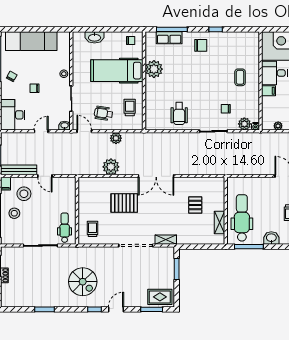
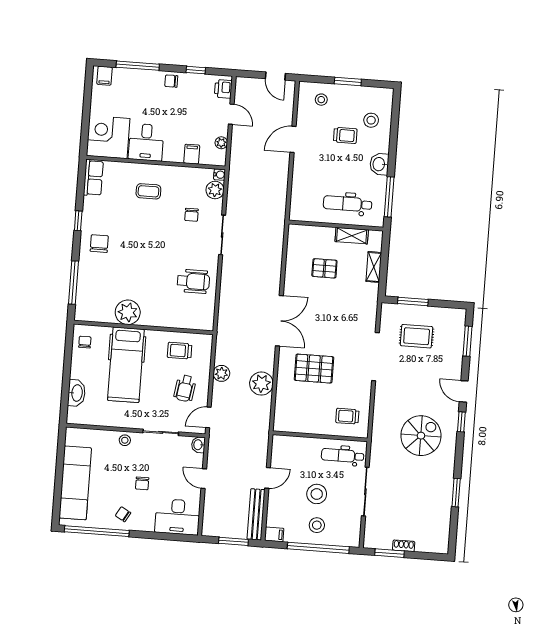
row of seats: (169, 38) -> (93, 178), moved
filing cabinet: (268, 91) -> (192, 154), moved
stool: (24, 194) -> (317, 494), moved
pallet: (124, 203) -> (314, 369), turned 90
dental chair: (242, 218) -> (348, 204), width x0.73, depth x0.72
shelving: (166, 240) -> (374, 267), moved
rug: (160, 297) -> (417, 336), moved, turned 90

